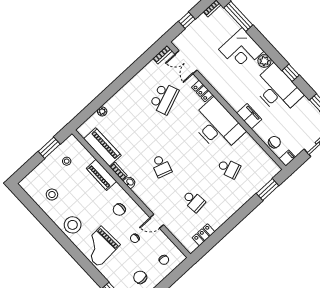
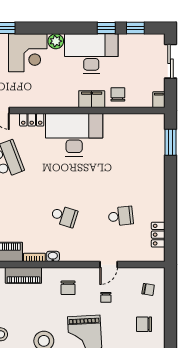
window: (291, 73) -> (106, 28), moved
chair: (274, 142) -> (118, 94), moved
school desk: (229, 168) -> (121, 159), removed

